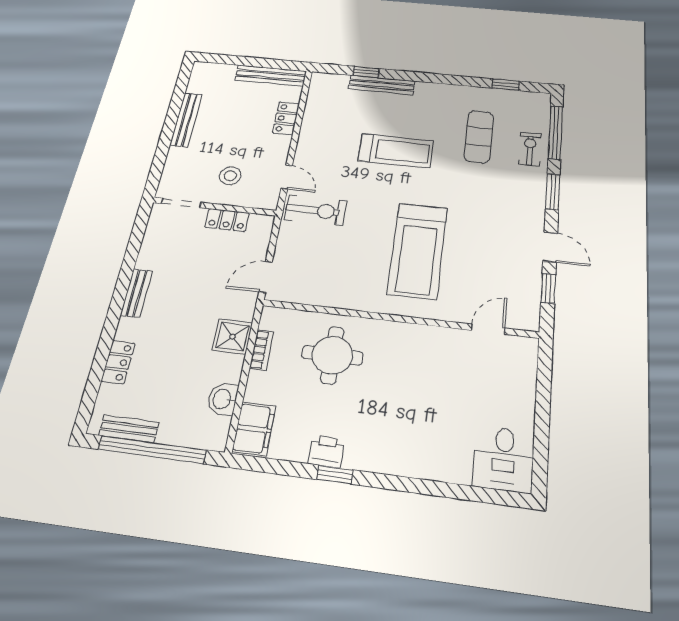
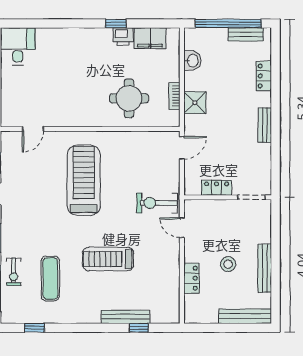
bench: (271, 75) -> (245, 316), moved
stool: (230, 176) -> (228, 264), moved
filing cabinet: (254, 429) -> (150, 38), moved, turned -90

